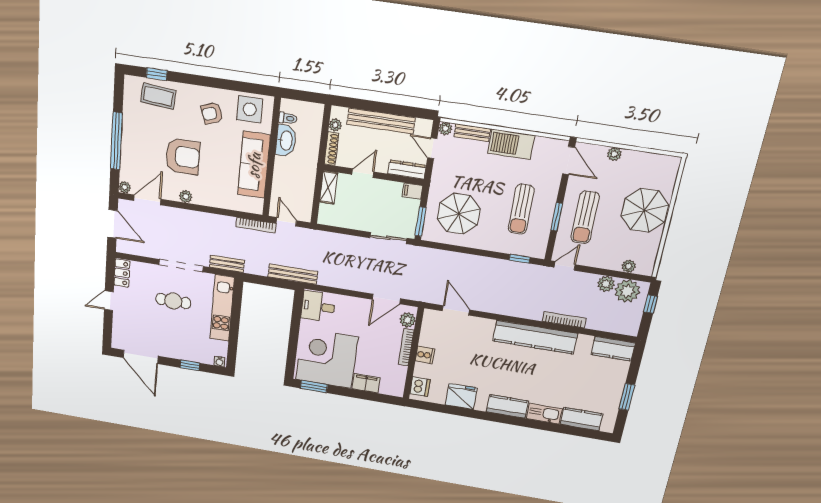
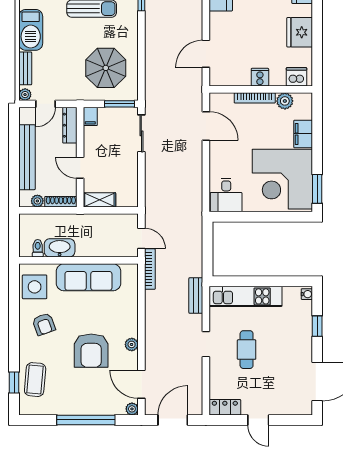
armchair: (183, 157) -> (91, 351), turned 180
door: (286, 222) -> (141, 238), swing flipped
doorway: (181, 266) -> (206, 344), width x0.53
bench: (293, 274) -> (196, 226), removed
plant: (408, 320) -> (285, 101), moved

